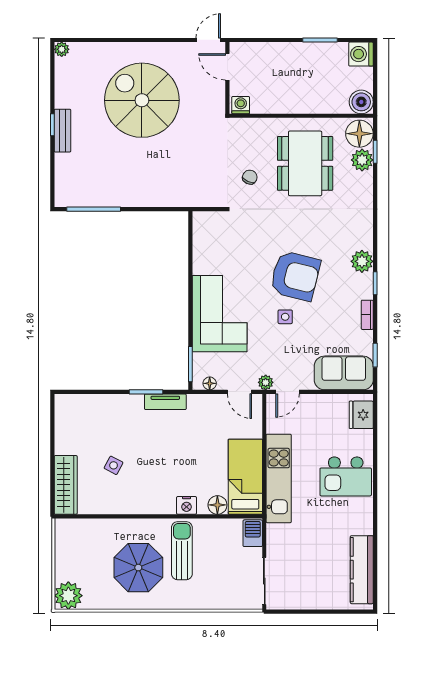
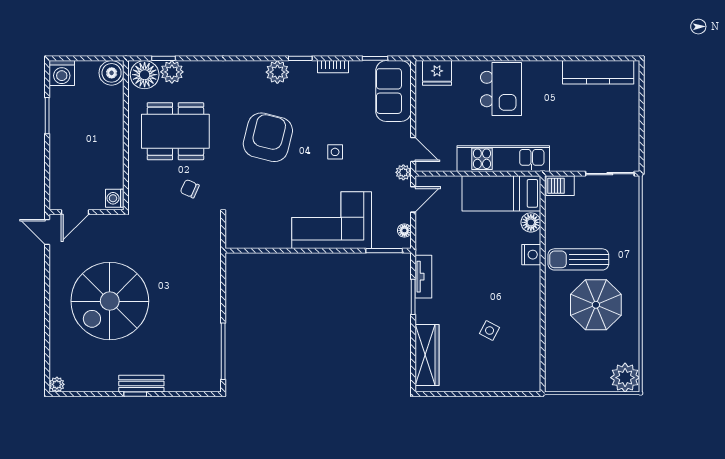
armchair: (295, 276) -> (268, 137), moved
wardrobe: (66, 485) -> (427, 355), moved, turned 90

